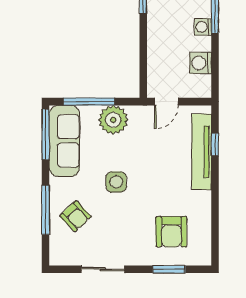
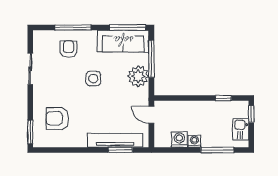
washing machine: (203, 27) -> (194, 141), moved
window: (215, 145) -> (120, 150), width x1.50
armchair: (75, 216) -> (69, 49), turned 133
window: (169, 269) -> (30, 132), moved

